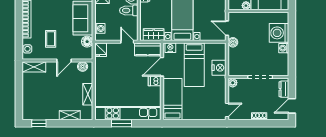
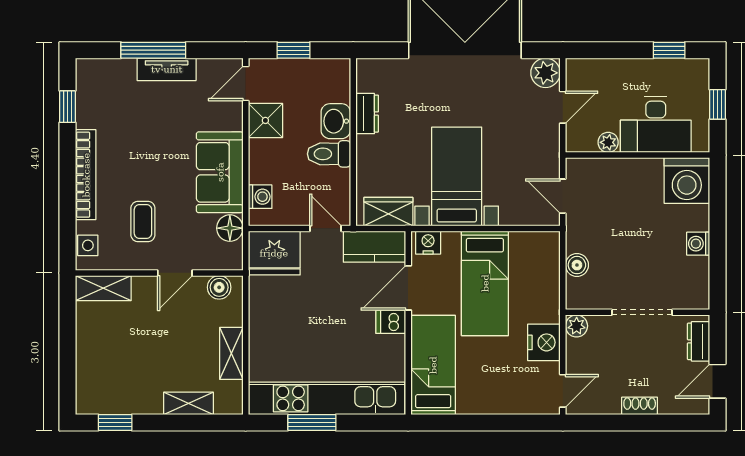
washing machine: (279, 33) -> (687, 180), moved, turned -90
boiler: (233, 42) -> (577, 265), moved
fridge: (101, 50) -> (274, 253), width x1.88, depth x1.34
nightstand: (219, 68) -> (544, 342), moved

